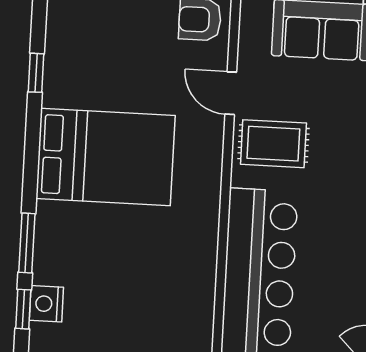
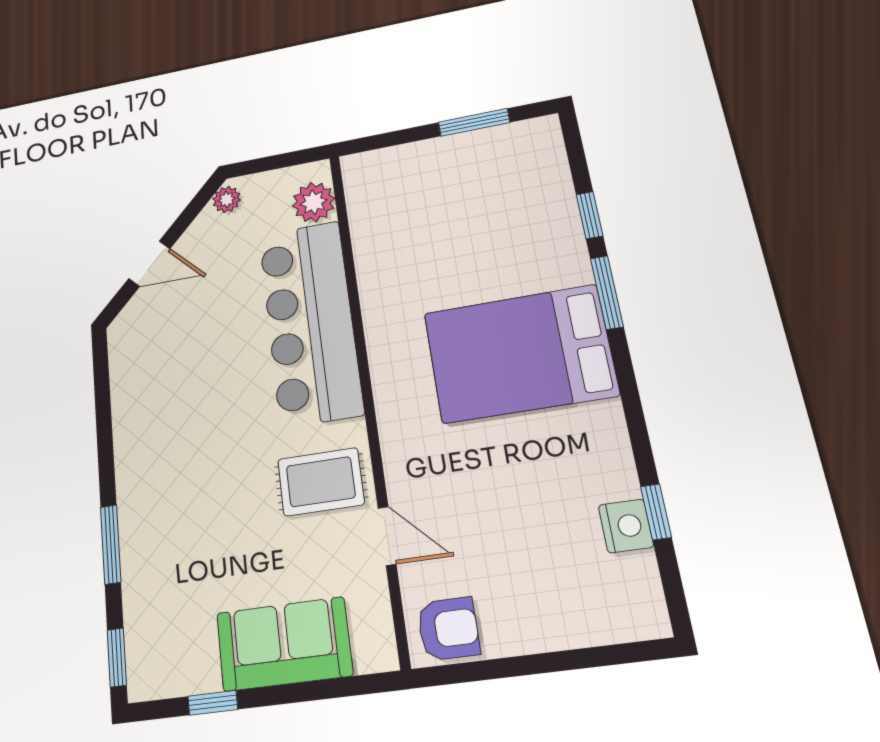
bed: (105, 157) -> (520, 354), moved
nightstand: (46, 304) -> (626, 526), moved

